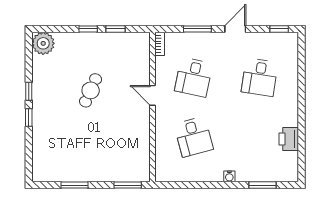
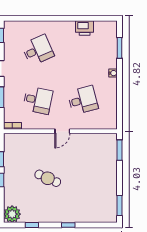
desk: (260, 77) -> (38, 50), turned -33
window: (29, 91) -> (32, 225), moved
door: (153, 95) -> (62, 131), moved
window: (74, 185) -> (119, 205), moved

